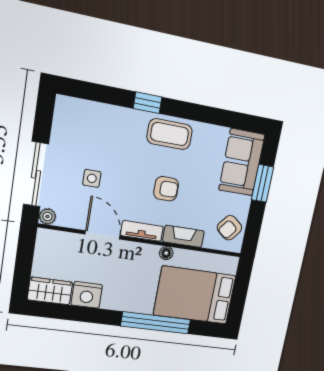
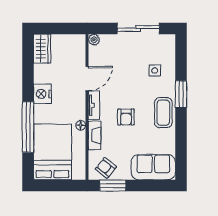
window: (148, 103) -> (181, 94), width x1.50
sliding door: (36, 174) -> (138, 28), moved
side table: (92, 178) -> (155, 71), moved
window: (262, 183) -> (113, 186), moved
nightstand: (87, 295) -> (43, 94), moved

